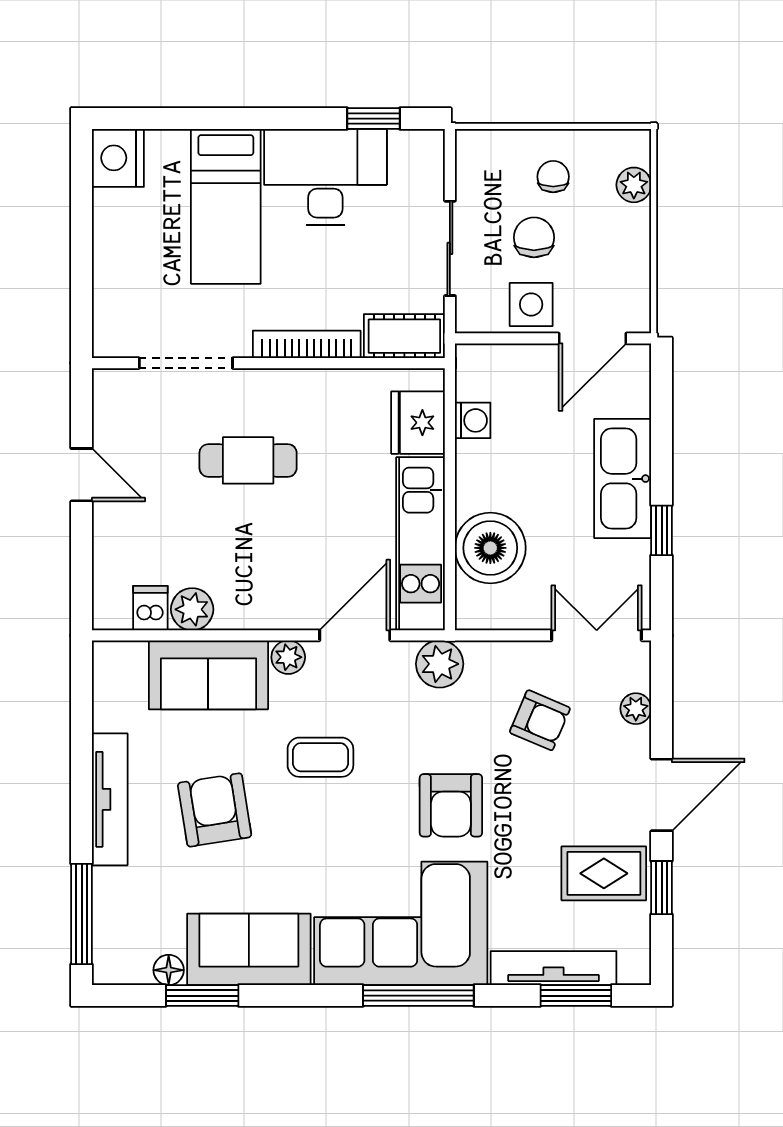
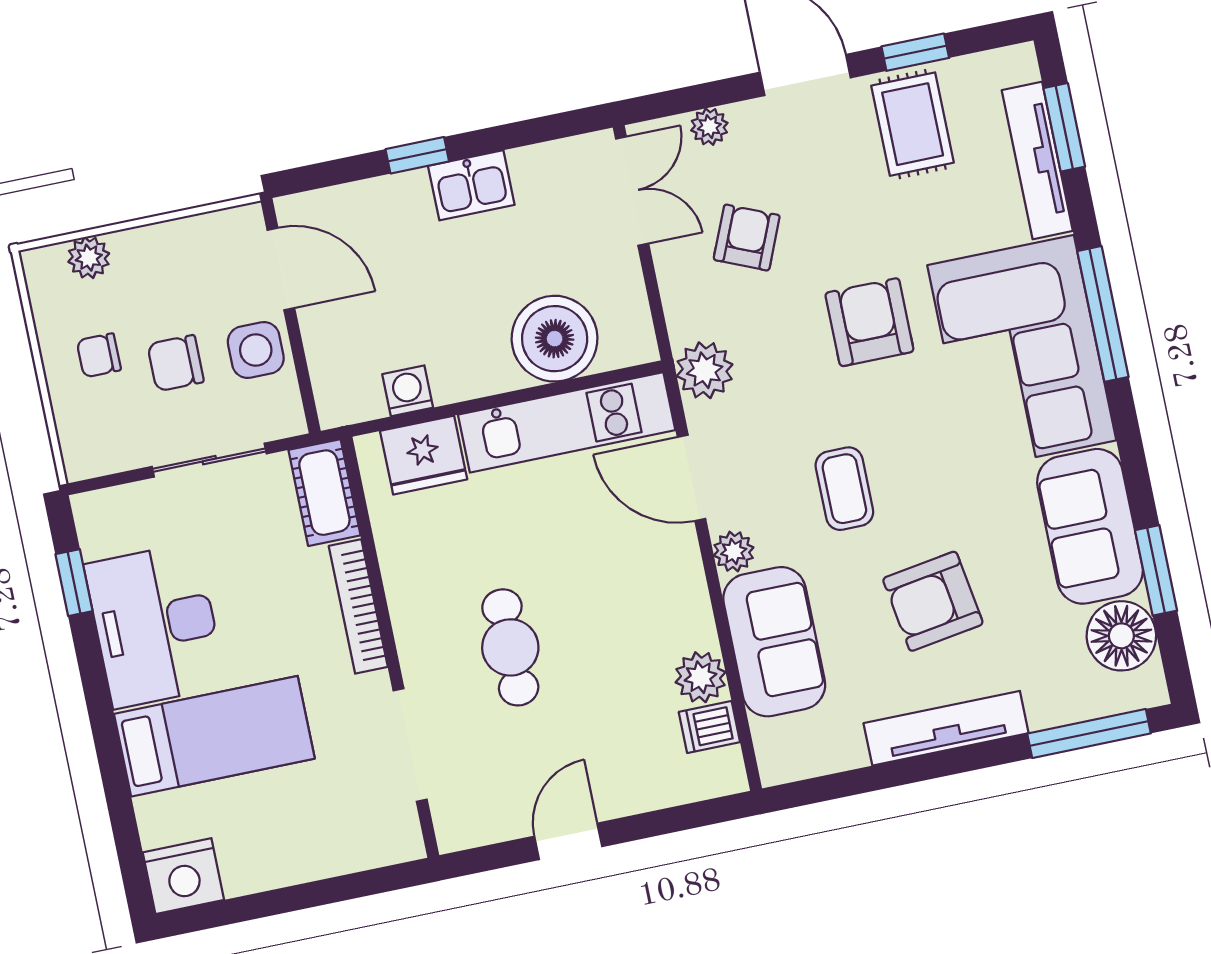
kitchen sink: (623, 479) -> (471, 185), width x0.53, depth x0.81
window: (662, 530) -> (417, 155), moved
double door: (597, 635) -> (632, 191), swing flipped
armchair: (451, 805) -> (869, 322), turned -90
floor lamp: (169, 970) -> (1121, 636), width x1.89, depth x1.89

